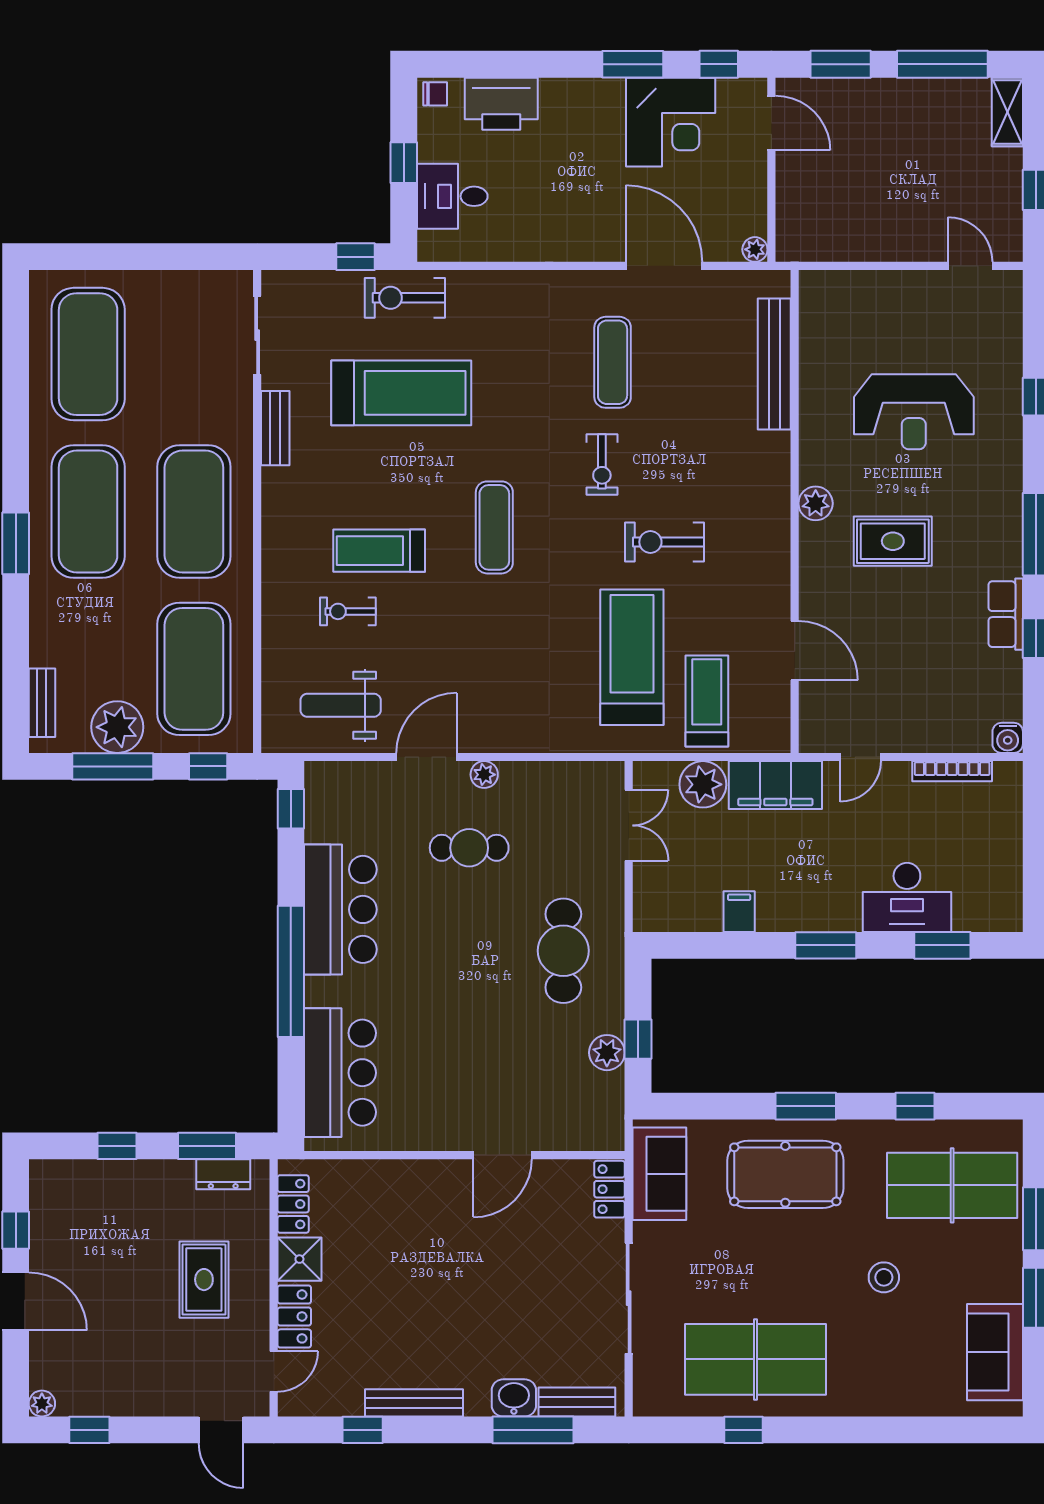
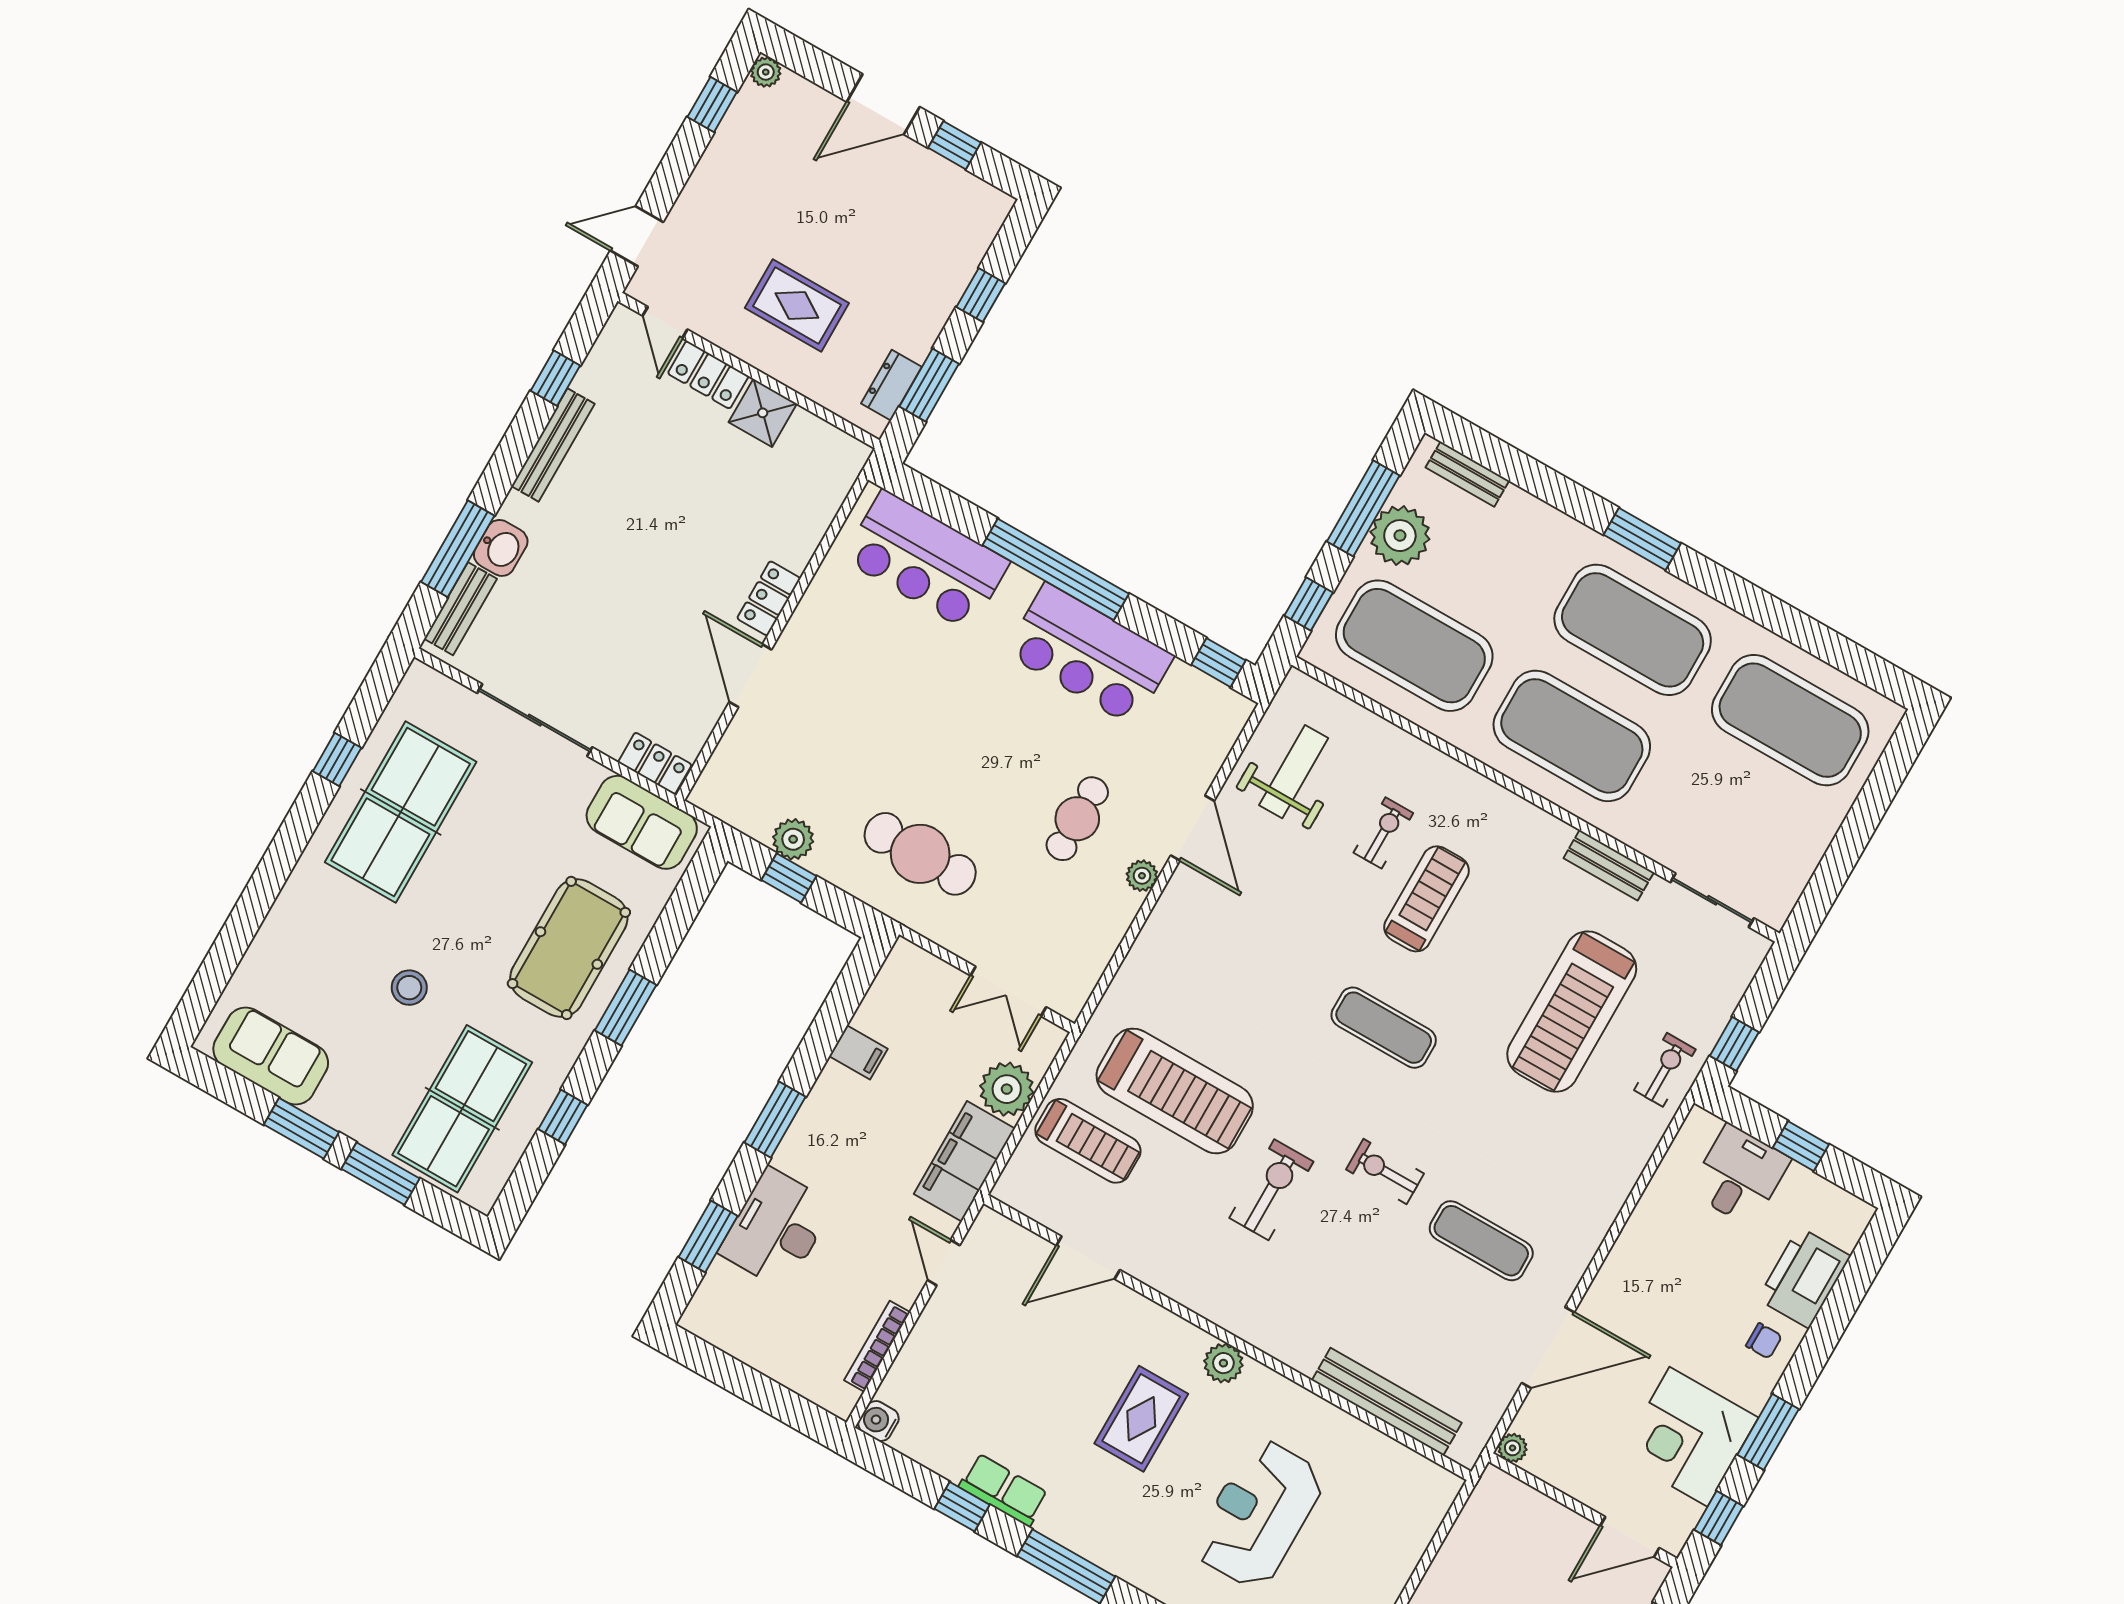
chair: (435, 94) -> (1764, 1341), moved, turned -90
exercise bike: (405, 298) -> (1665, 1070), width x0.73, depth x0.72
locker: (293, 1204) -> (769, 598), moved, turned 90

